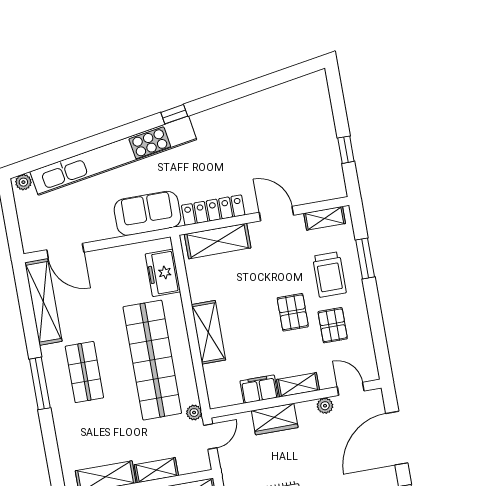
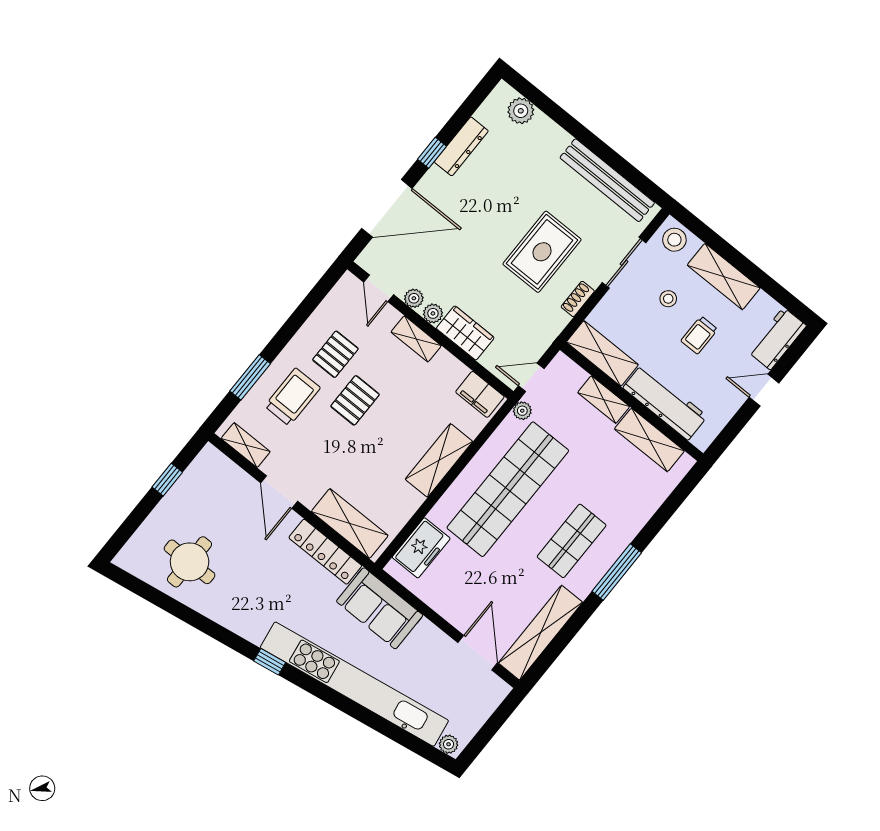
round table: (282, 118) -> (190, 562), added
filing cabinet: (259, 389) -> (480, 394), moved
plant: (305, 409) -> (433, 313), added

